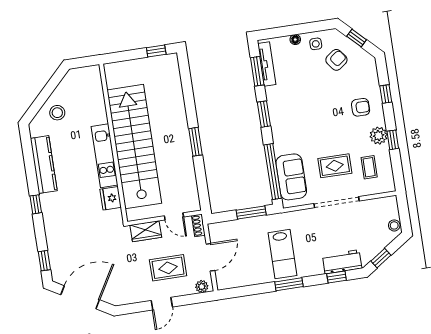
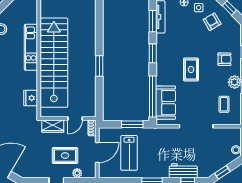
armchair: (336, 60) -> (212, 22), turned -83
kitchen unit: (105, 156) -> (31, 47), moved
rug: (335, 166) -> (191, 69), moved, turned 90
door: (174, 216) -> (75, 118), hinge flipped
lab bench: (282, 254) -> (129, 153), moved
workbench: (342, 262) -> (183, 171), moved
plant: (202, 287) -> (77, 173), moved

